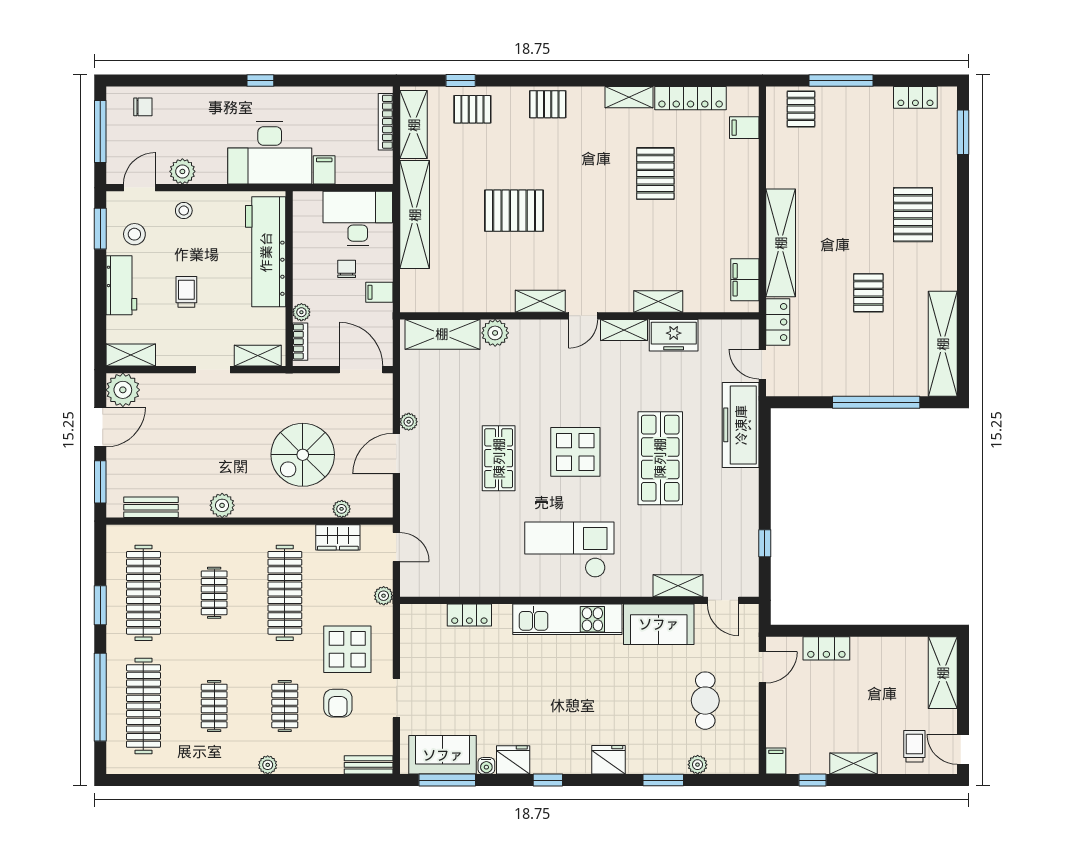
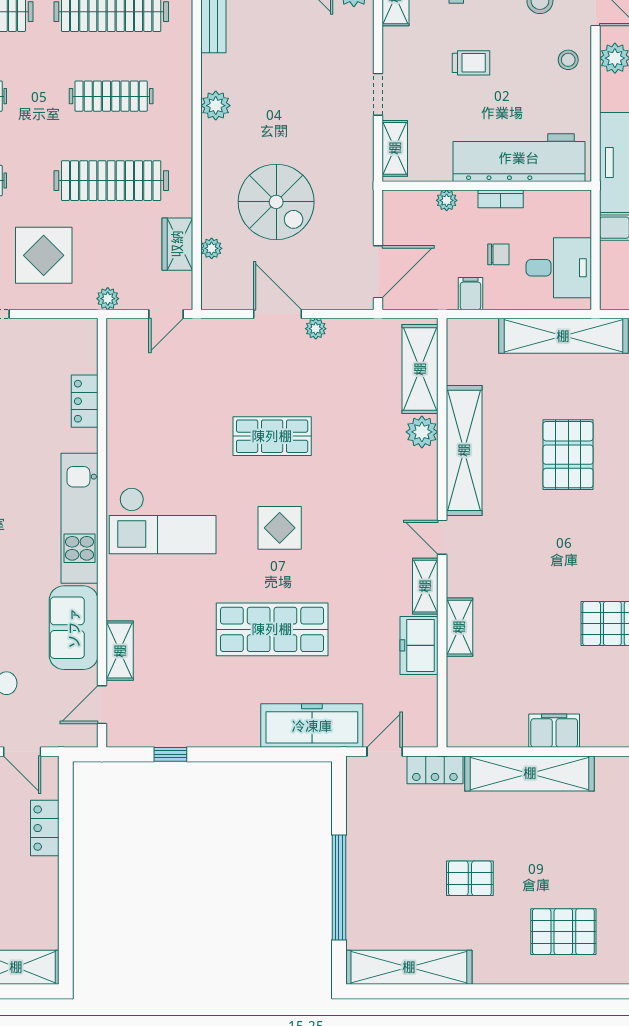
desk: (358, 218) -> (559, 268), width x0.73
filing cabinet: (745, 280) -> (554, 731), moved
shelving: (540, 301) -> (464, 450), width x2.20, depth x1.33
bookcase: (300, 342) -> (501, 199), moved
display table: (575, 452) -> (280, 528), width x0.73, depth x0.73
spiral stairs: (303, 455) -> (276, 202), turned 180
checkout: (569, 550) -> (163, 521), turned 90
clothes rail: (214, 593) -> (111, 96), width x1.36

